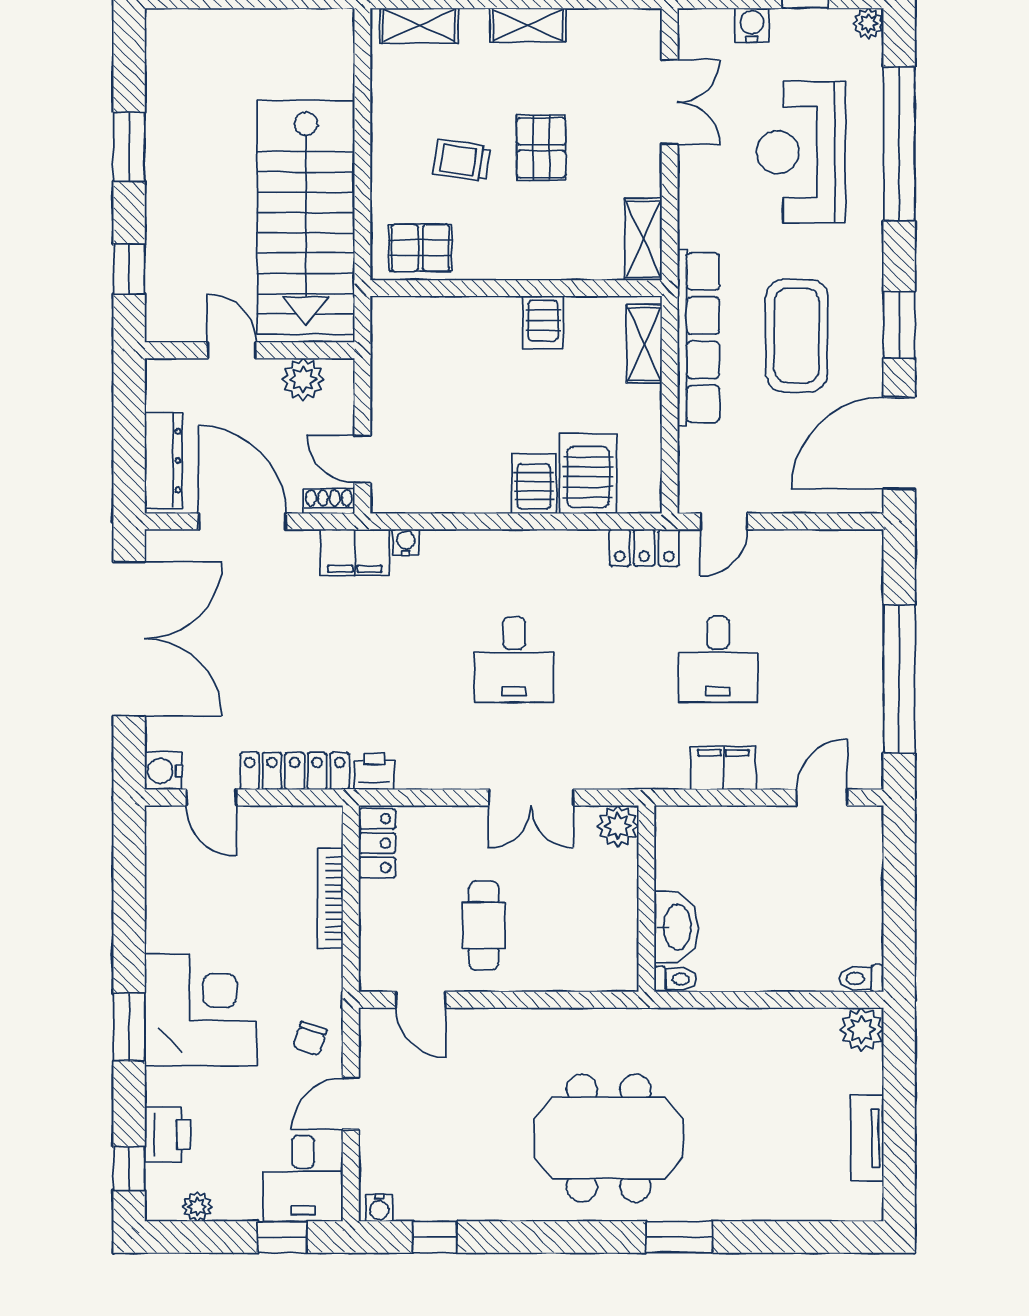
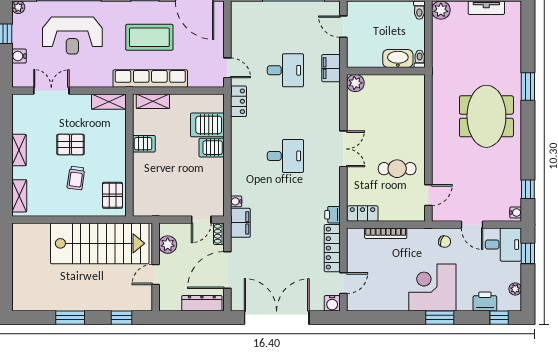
plant: (618, 826) -> (355, 83), moved
wall: (646, 899) -> (386, 71), moved
washbasin: (676, 927) -> (398, 59), moved
toilet: (675, 979) -> (420, 59), moved

